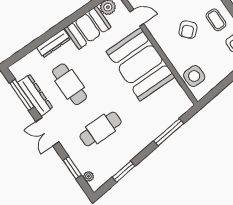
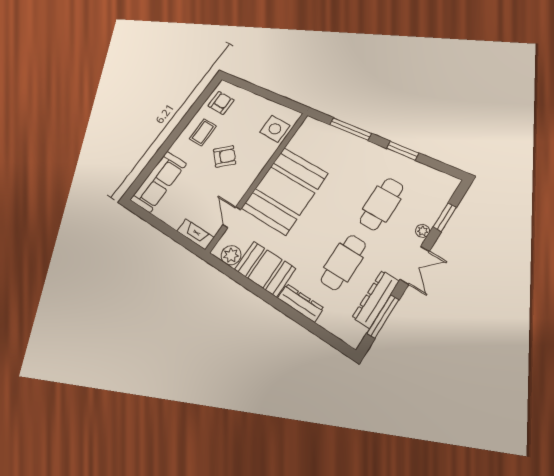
cafe table: (101, 129) -> (382, 204), turned 90
window: (124, 172) -> (403, 151), moved
plant: (89, 176) -> (423, 231), moved

